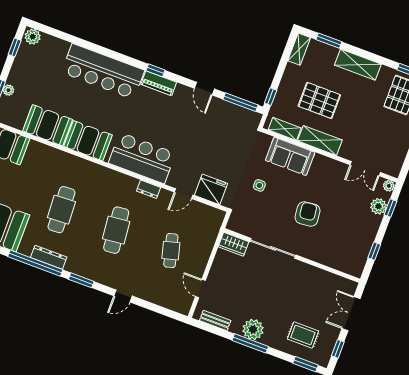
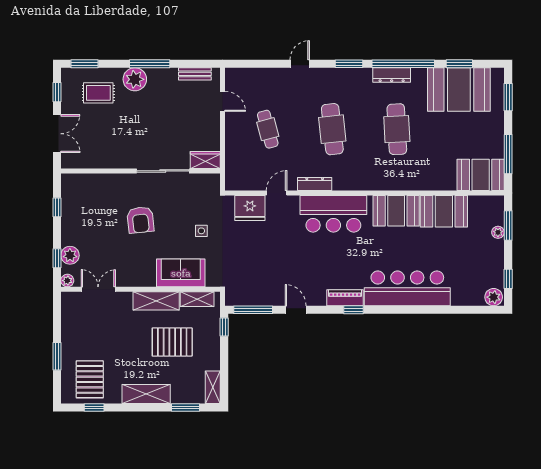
dresser: (148, 189) -> (315, 184), width x1.44
plant: (253, 329) -> (135, 79), moved

